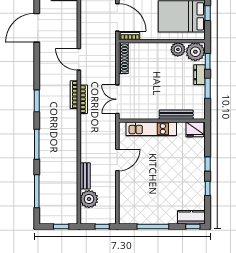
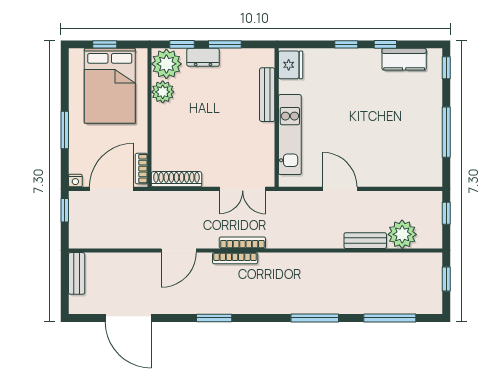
window: (37, 101) -> (214, 318), moved
kitchen counter: (191, 217) -> (404, 59), moved, turned -90

